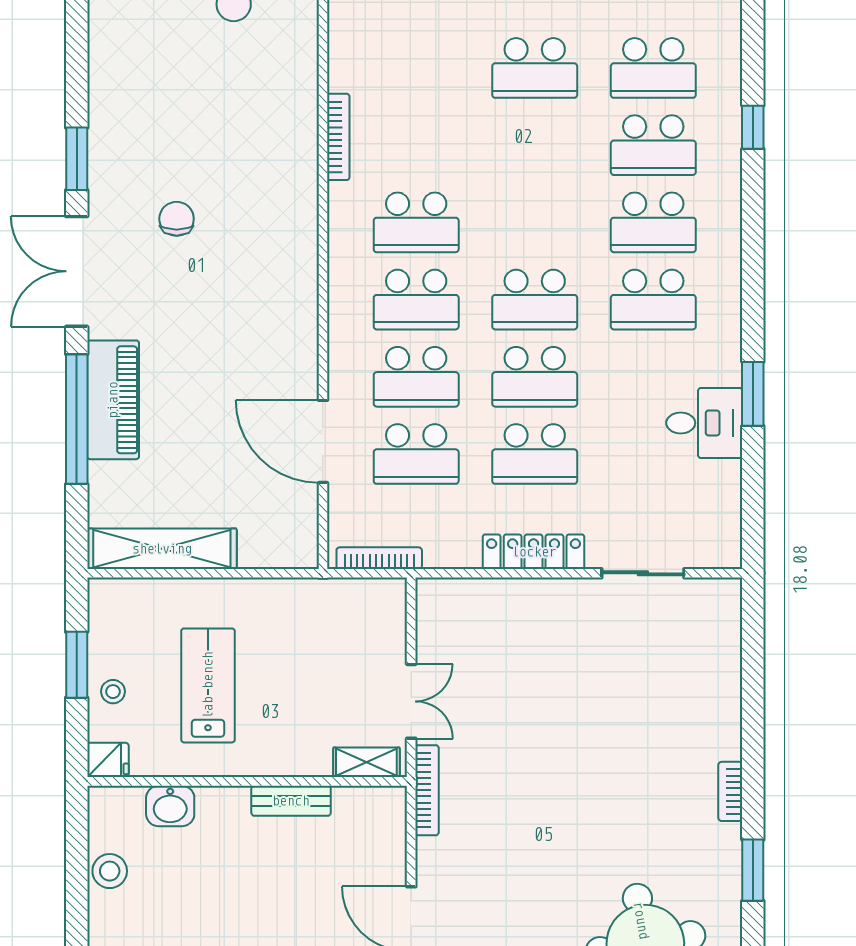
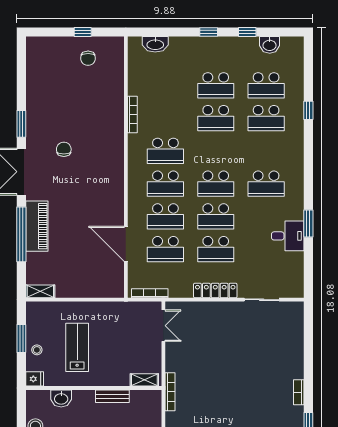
school desk: (653, 222) -> (216, 118), moved
shelving: (162, 549) -> (40, 291), width x0.45, depth x0.75
double door: (411, 701) -> (163, 326), moved

